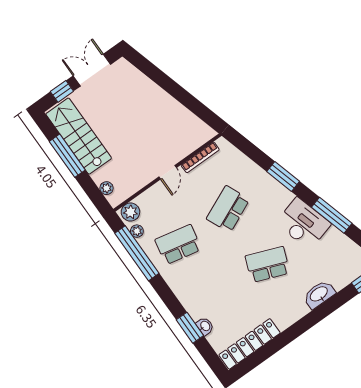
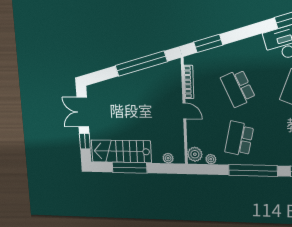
window: (185, 98) -> (141, 64), added
window: (283, 176) -> (208, 43), moved
window: (137, 253) -> (253, 170), moved

